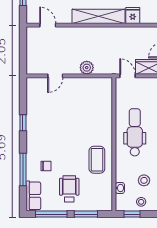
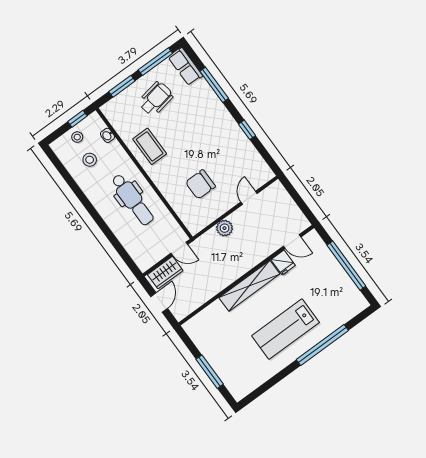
fridge: (133, 15) -> (283, 263), moved
chair: (46, 166) -> (200, 184), moved, width x1.87, depth x1.87
wheelchair: (69, 189) -> (156, 99), turned -100

